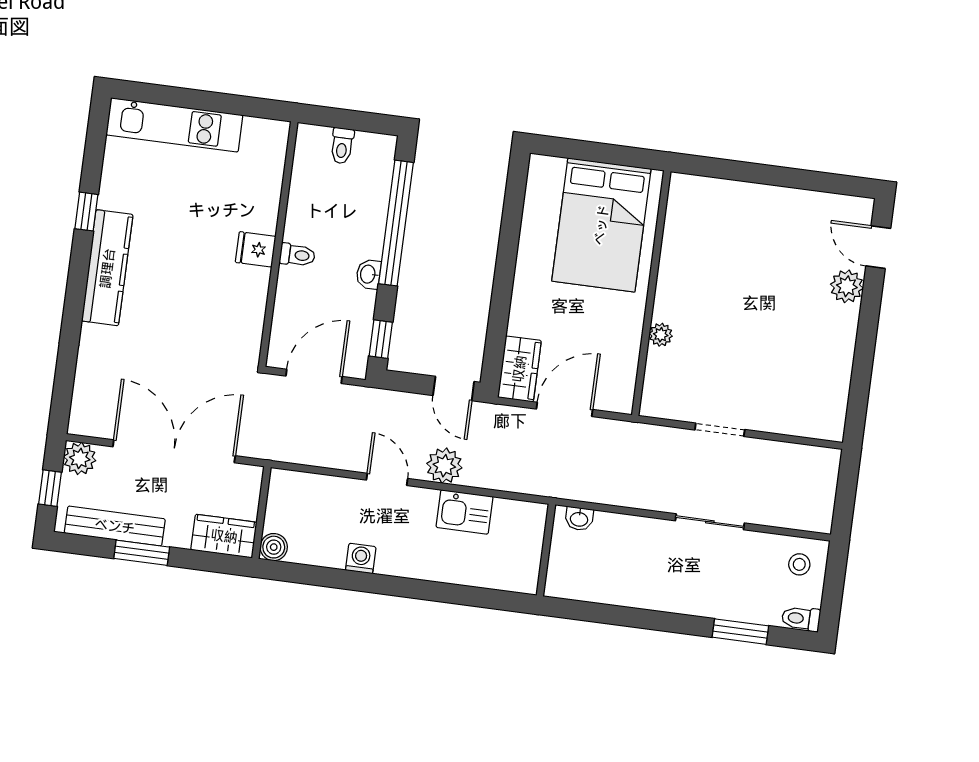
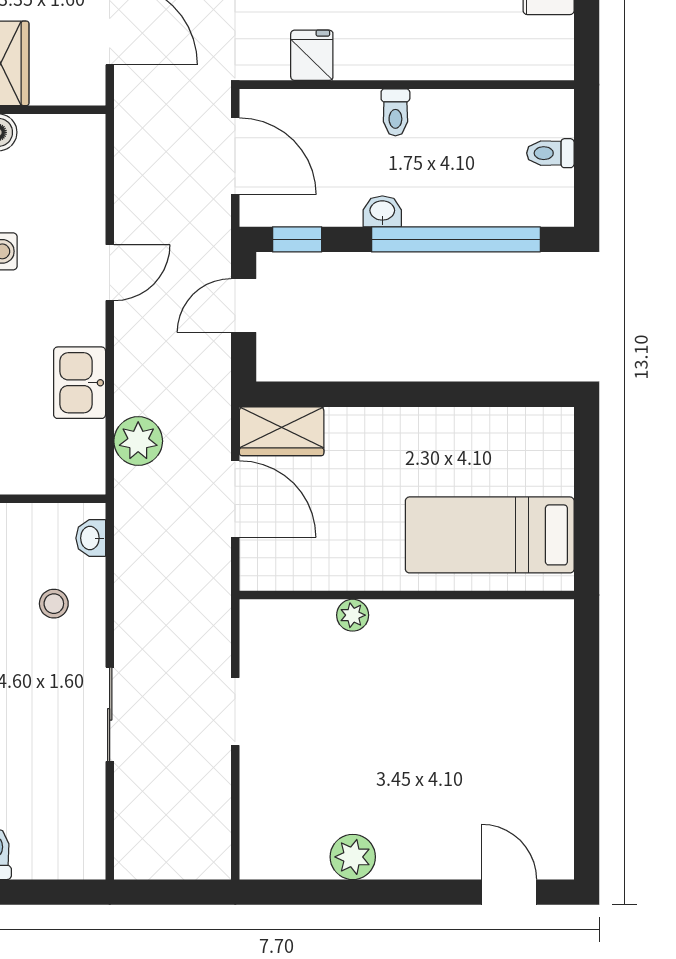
bed: (601, 225) -> (490, 535), width x0.67
door: (878, 247) -> (509, 892), hinge flipped
fridge: (256, 249) -> (312, 55), moved
plant: (847, 286) -> (353, 857), moved
door: (454, 389) -> (244, 306), moved
plant: (444, 466) -> (138, 441), moved
stool: (799, 564) -> (54, 604), moved

